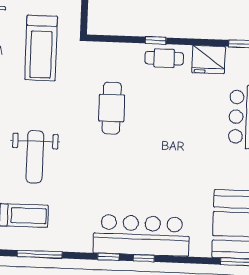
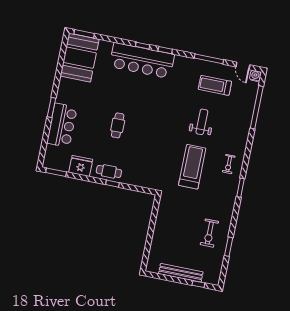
treadmill: (41, 48) -> (192, 167), moved
cafe table: (112, 108) -> (118, 125), moved, width x0.73, depth x0.74
weight bench: (35, 157) -> (202, 122), width x0.73, depth x0.75

